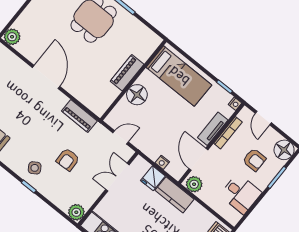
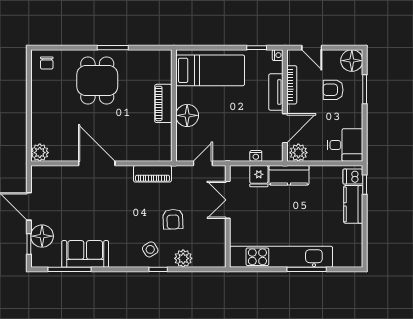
door: (198, 159) -> (285, 128), swing flipped
armchair: (254, 160) -> (333, 90), turned 180
desk: (241, 194) -> (345, 145), moved
plant: (76, 212) -> (183, 258), moved

